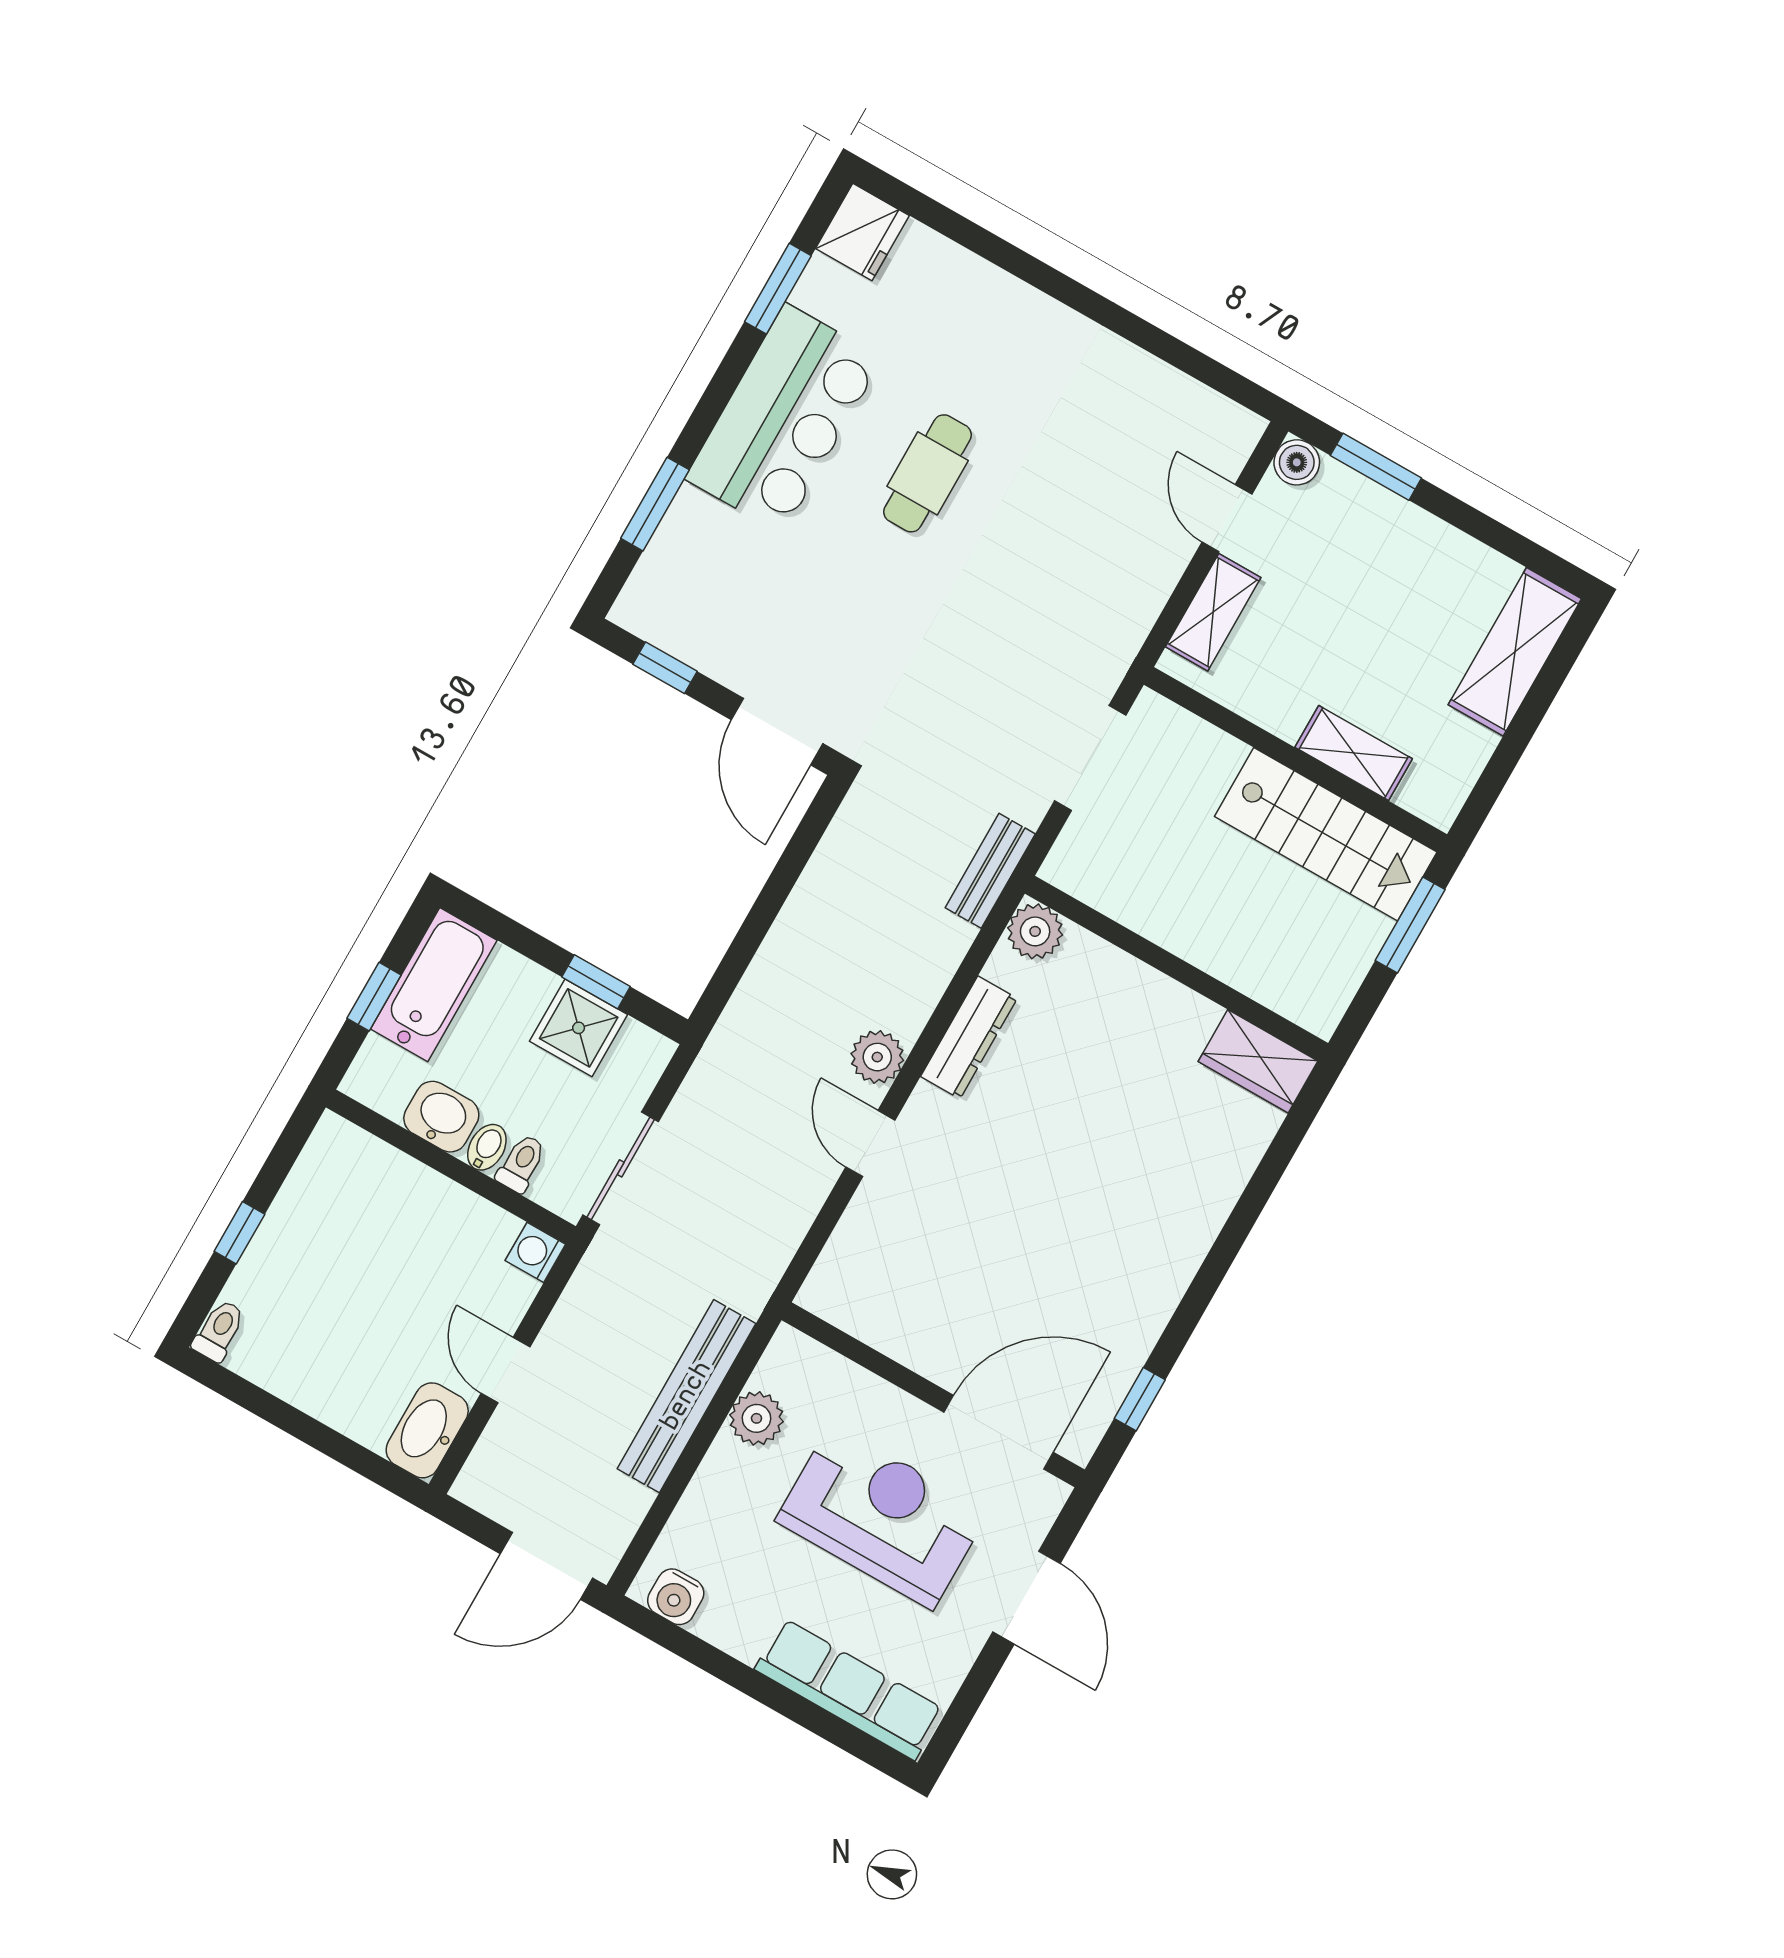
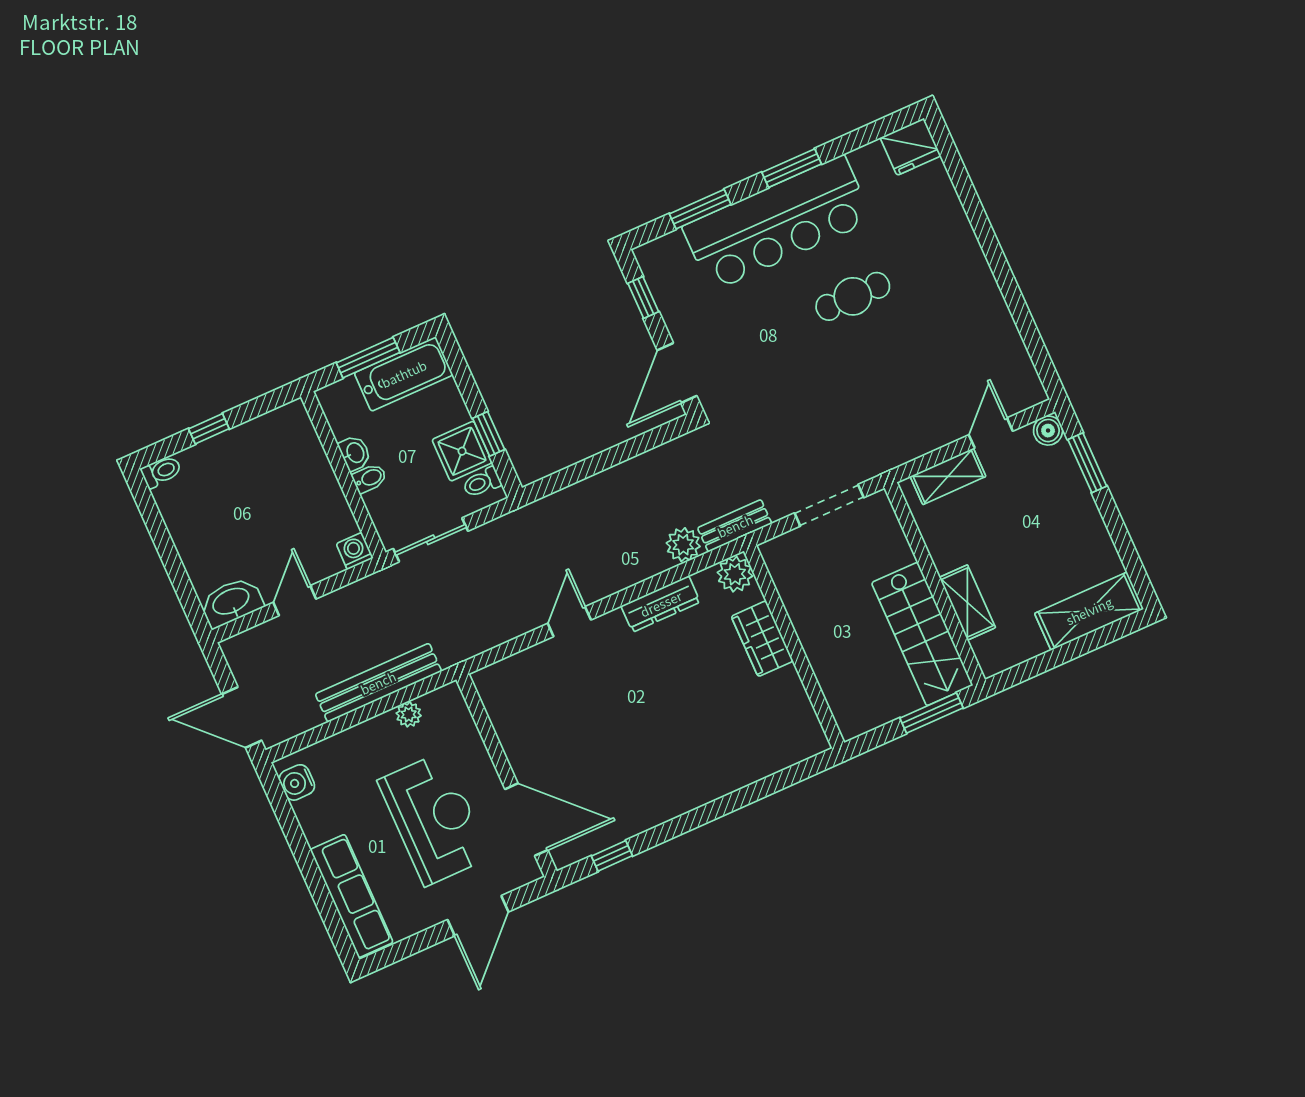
window: (778, 289) -> (792, 168), moved
bar counter: (784, 419) -> (777, 223), width x1.36
window: (374, 997) -> (368, 358), width x1.50
plant: (877, 1057) -> (683, 545), moved
wardrobe: (1258, 1061) -> (762, 639), moved
washbasin: (441, 1117) -> (355, 453), width x0.72, depth x0.69
toilet: (521, 1163) -> (482, 482), moved, turned 180
plant: (756, 1418) -> (409, 714), width x0.73, depth x0.73

